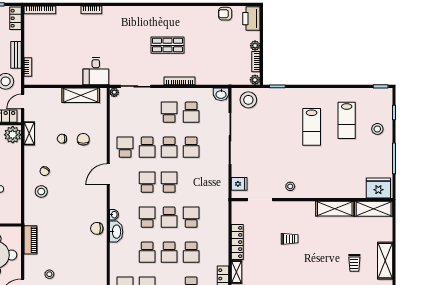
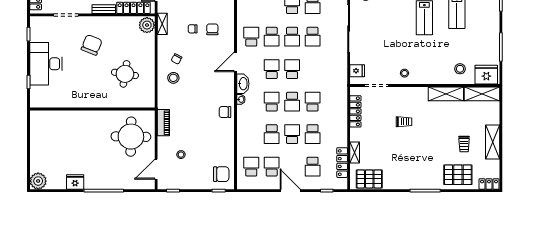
stool: (377, 129) -> (460, 69), moved
washbasin: (116, 232) -> (243, 84), moved
locker: (237, 242) -> (355, 111), moved
school desk: (169, 252) -> (292, 134), turned 180

